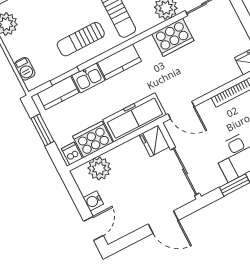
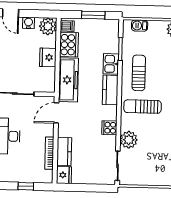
cooker: (173, 37) -> (109, 128), width x0.53, depth x0.76
kitchen counter: (58, 93) -> (64, 152), moved, turned 180
fridge: (154, 141) -> (48, 57), moved, turned -90
plant: (99, 168) -> (48, 26), moved

